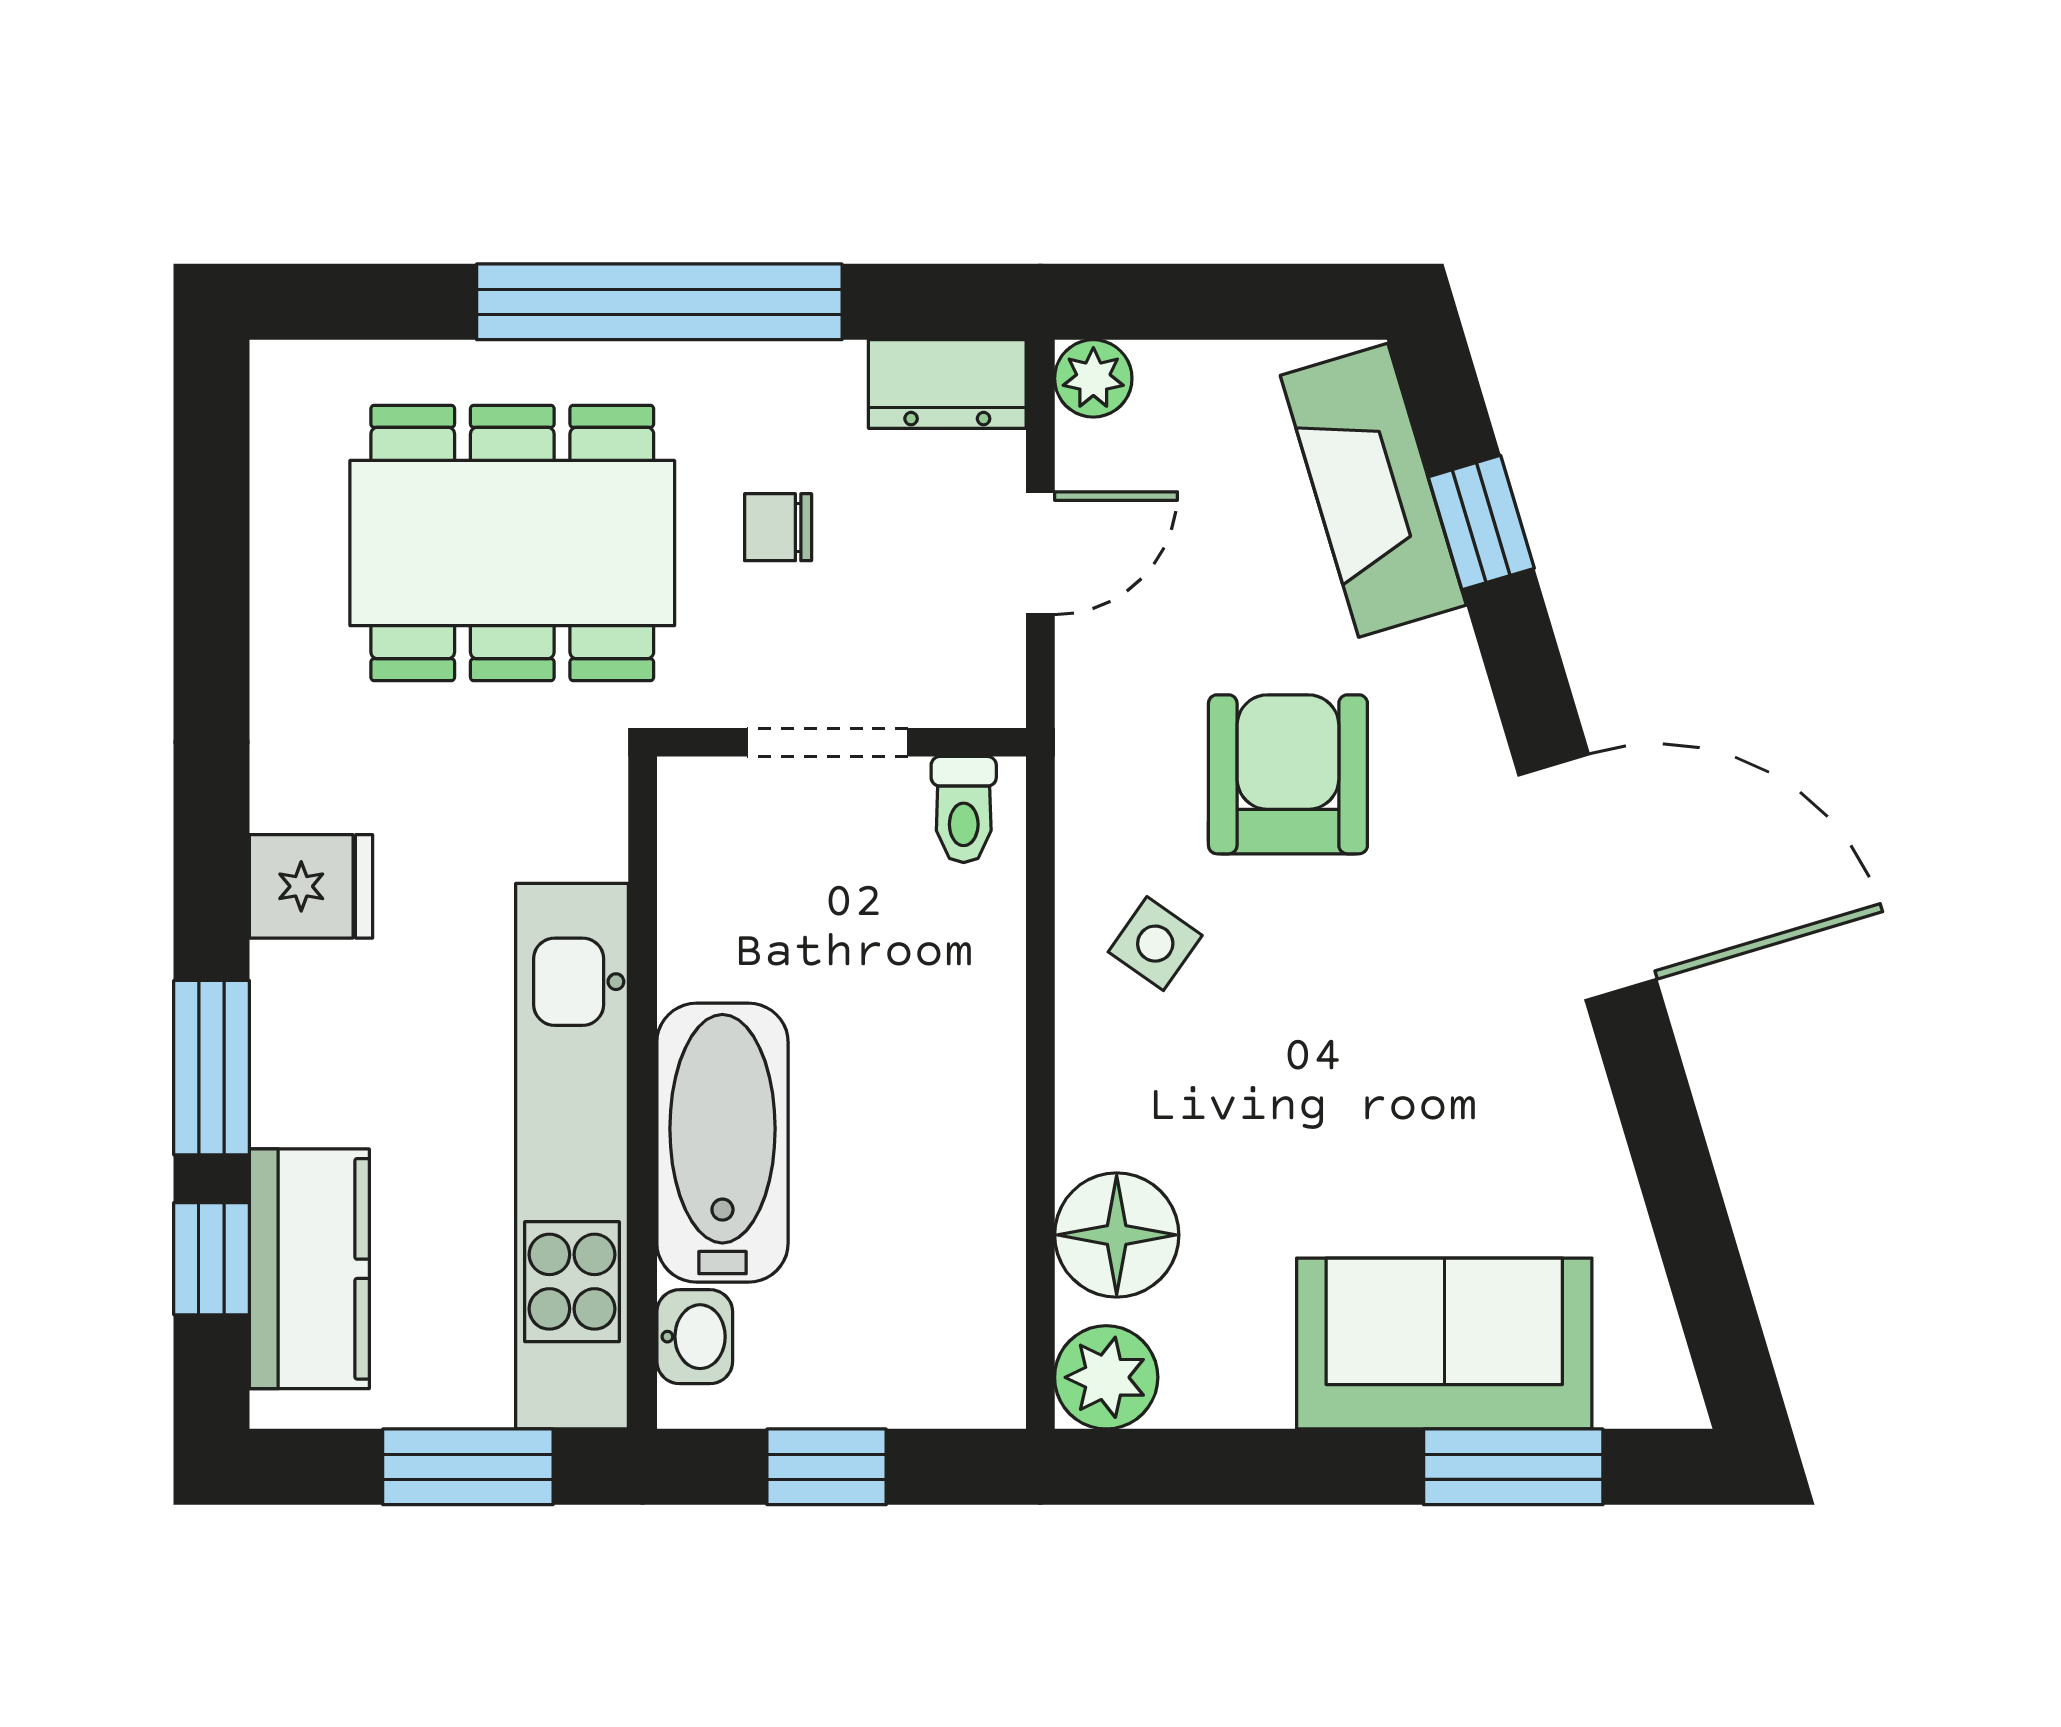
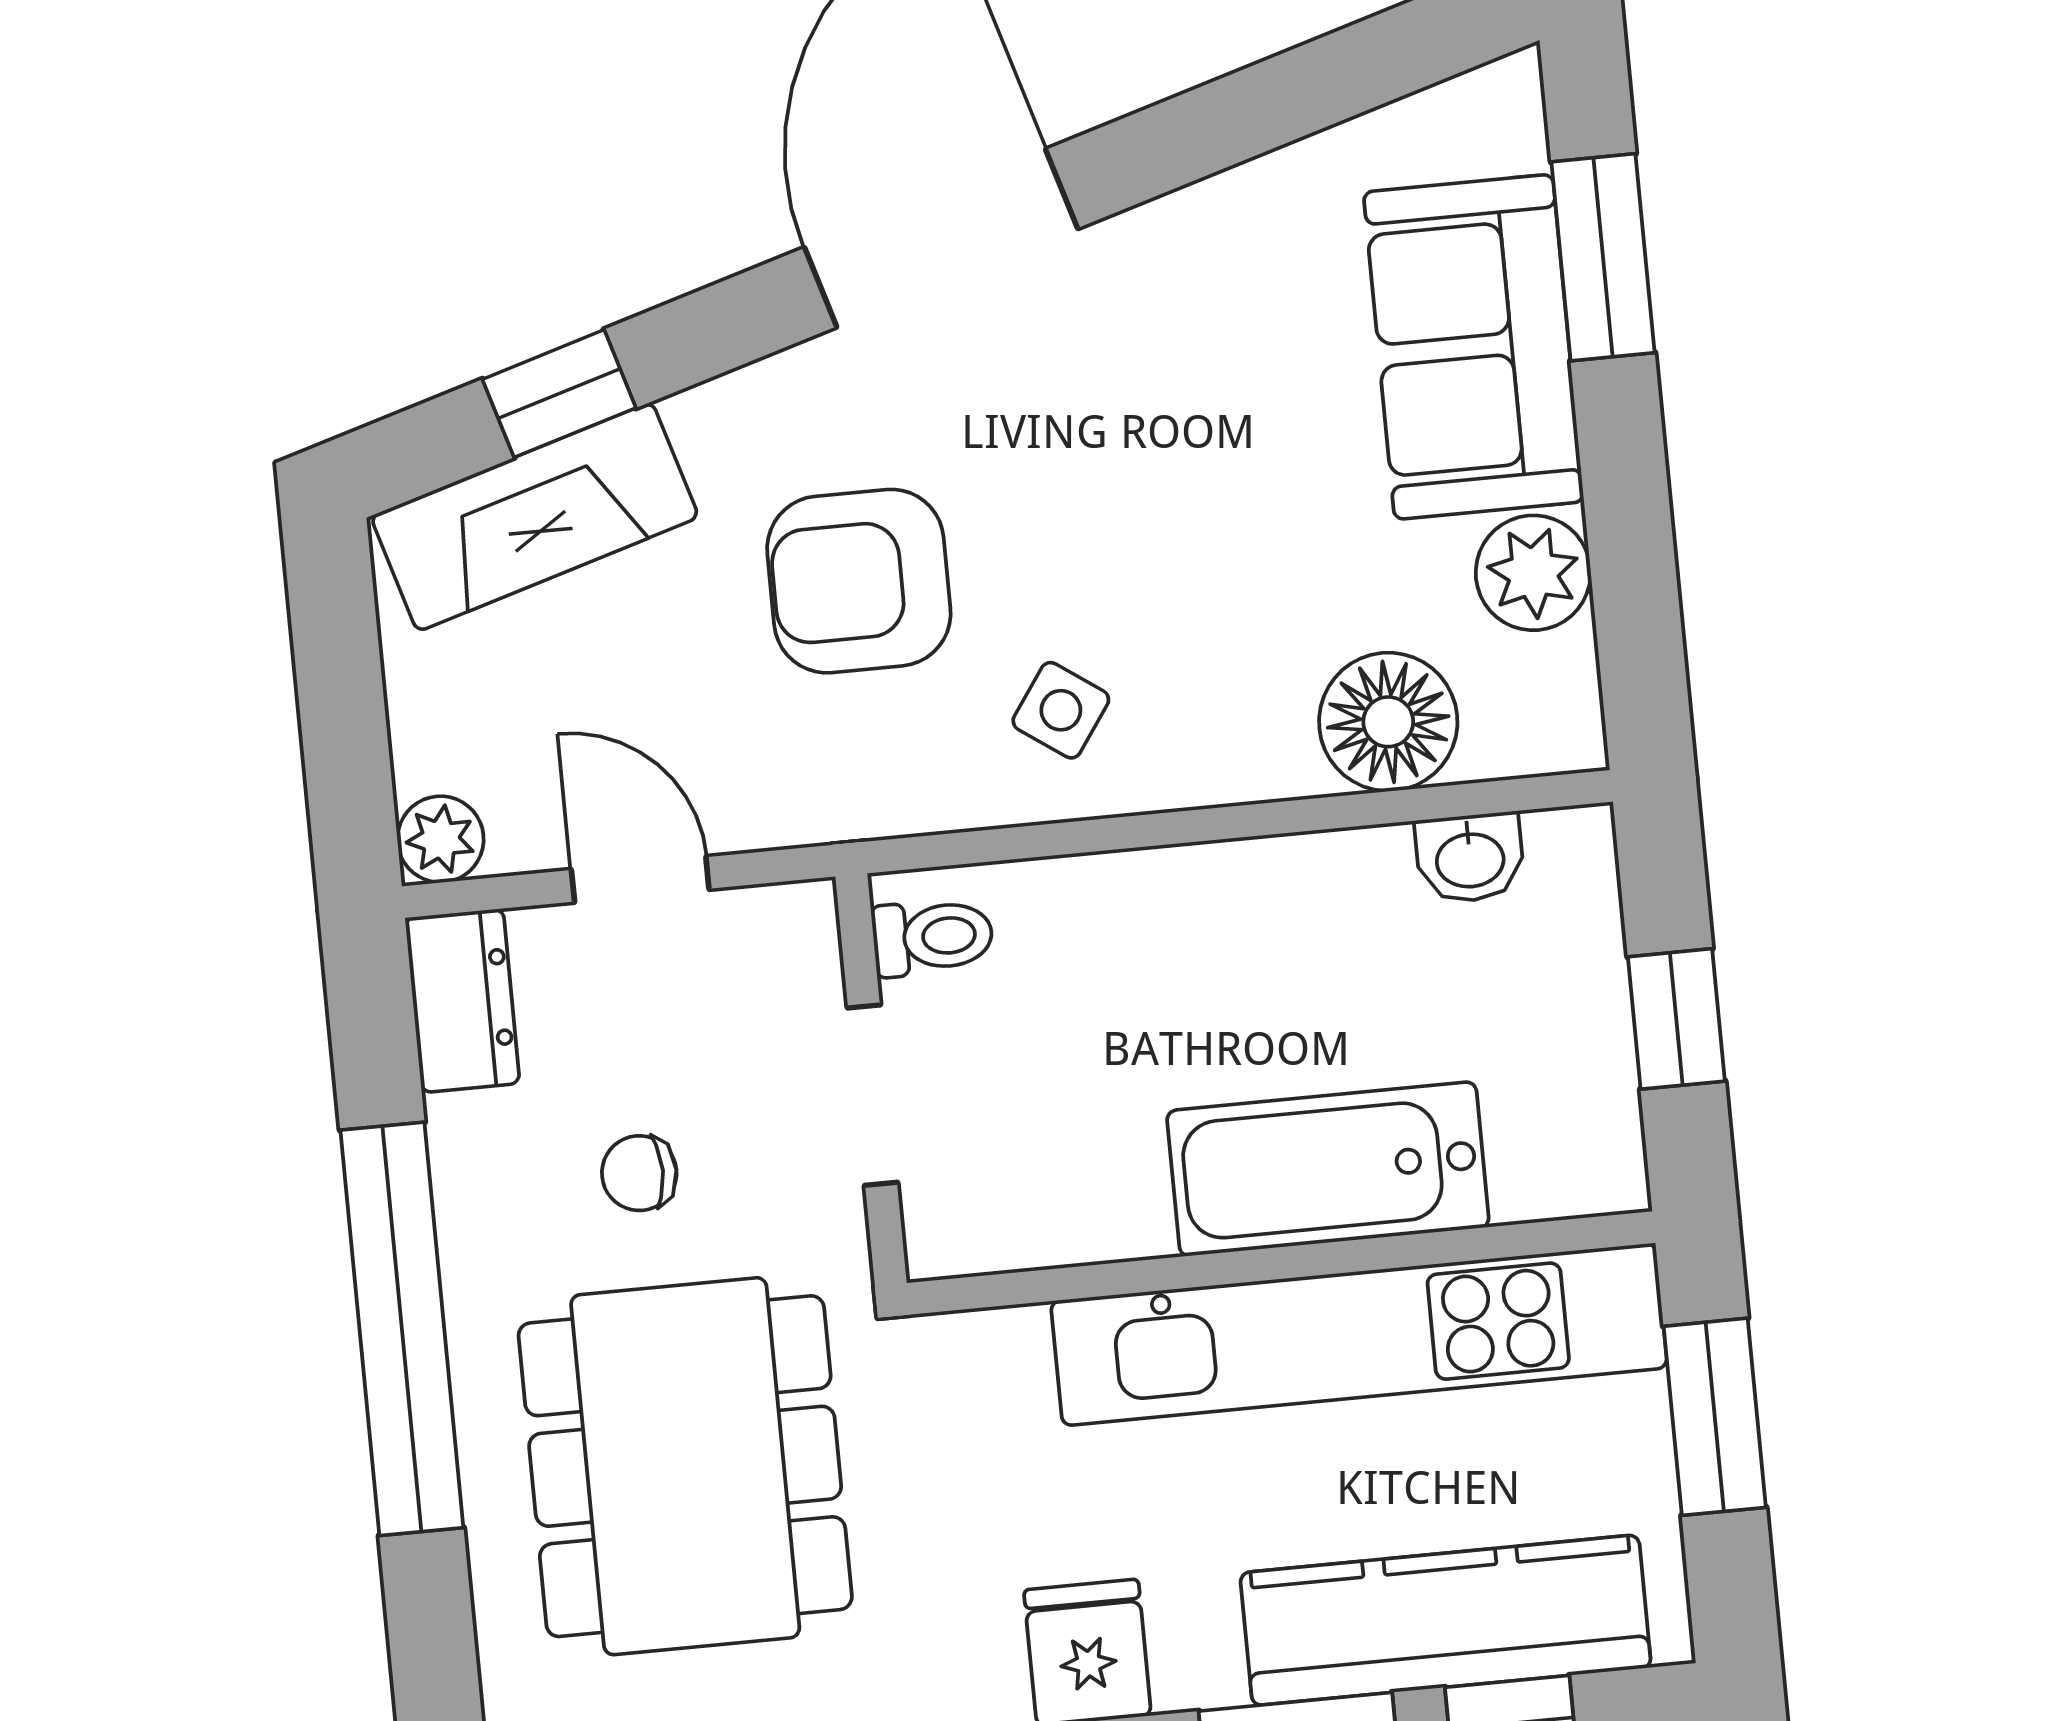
chair: (778, 527) -> (639, 1173), turned 90
kitchen counter: (309, 1269) -> (1446, 1620), width x1.50
washbasin: (695, 1337) -> (1470, 858), moved, turned 180
plant: (1106, 1377) -> (1533, 573), moved

